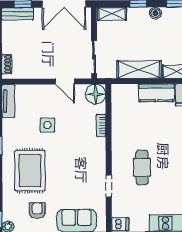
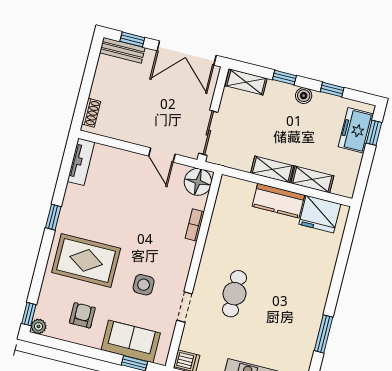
shelving: (139, 69) -> (272, 169), width x0.67, depth x0.75
side table: (47, 125) -> (144, 285), moved
rug: (30, 171) -> (86, 260), turned 90

